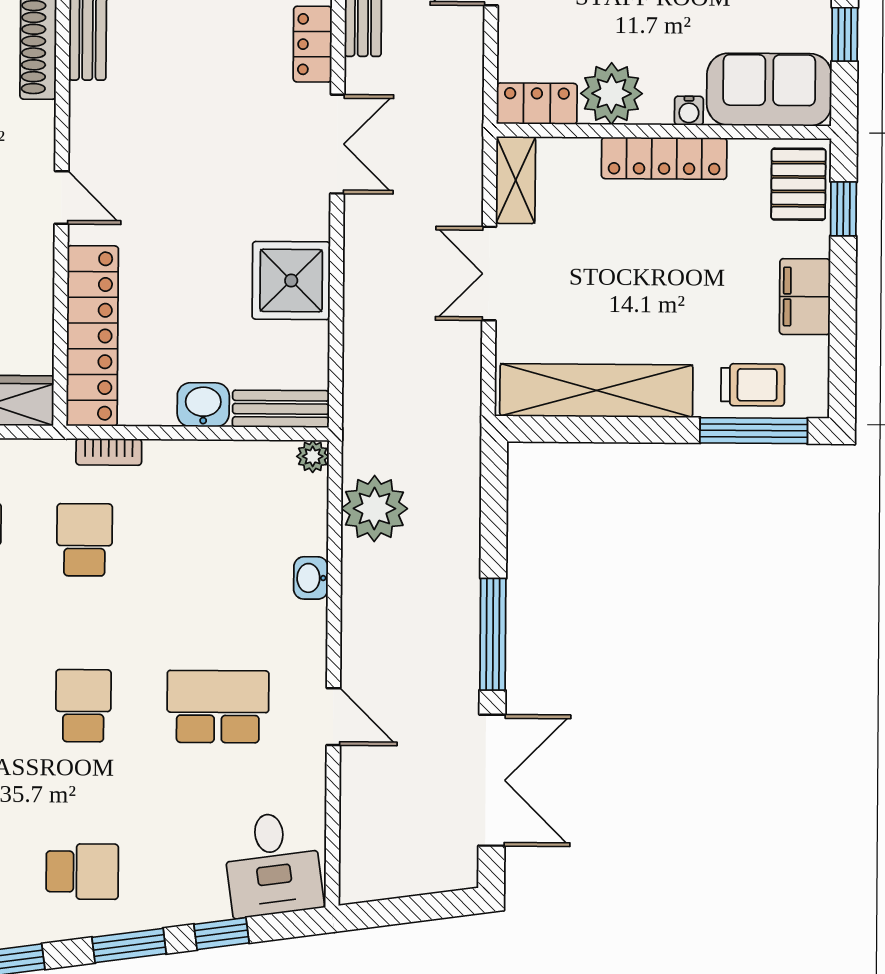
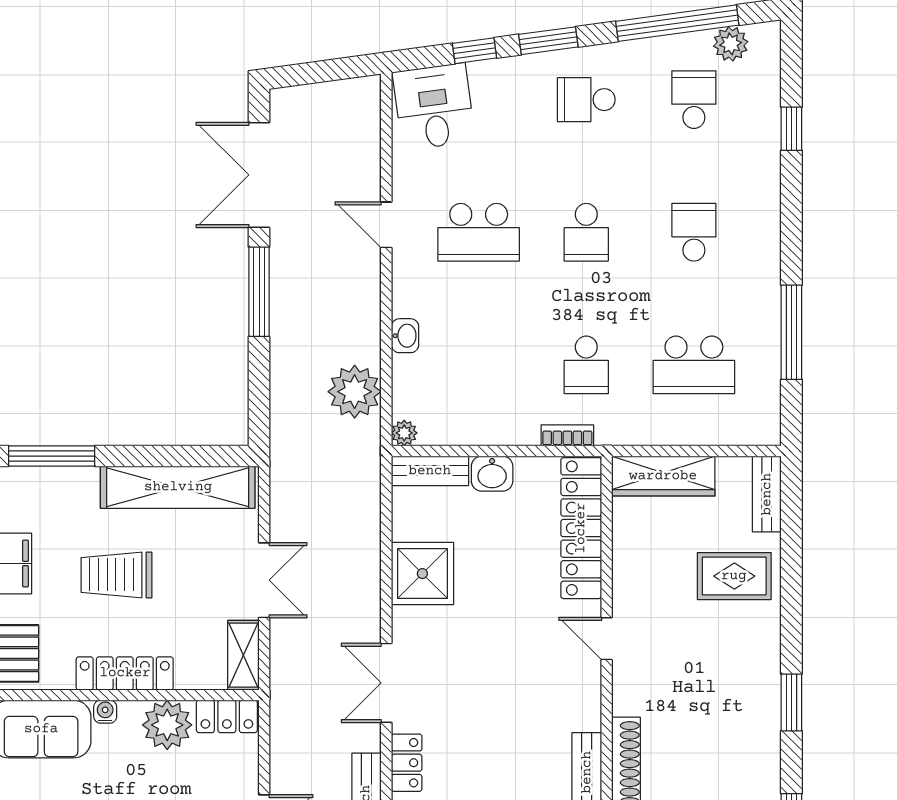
trolley: (753, 385) -> (116, 575), moved, width x1.36, depth x1.39

